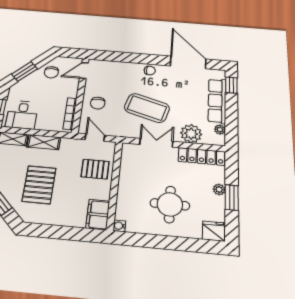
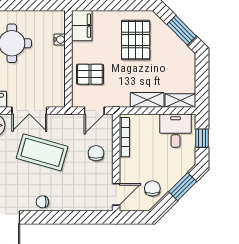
door: (95, 137) -> (94, 111), hinge flipped
pallet: (39, 185) -> (136, 40), moved
water cooler: (119, 226) -> (60, 39), moved

